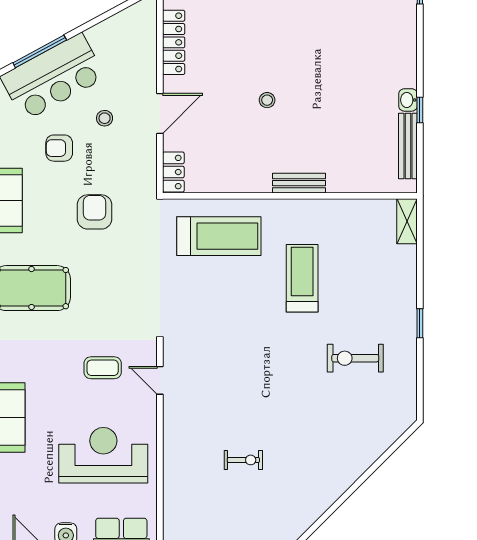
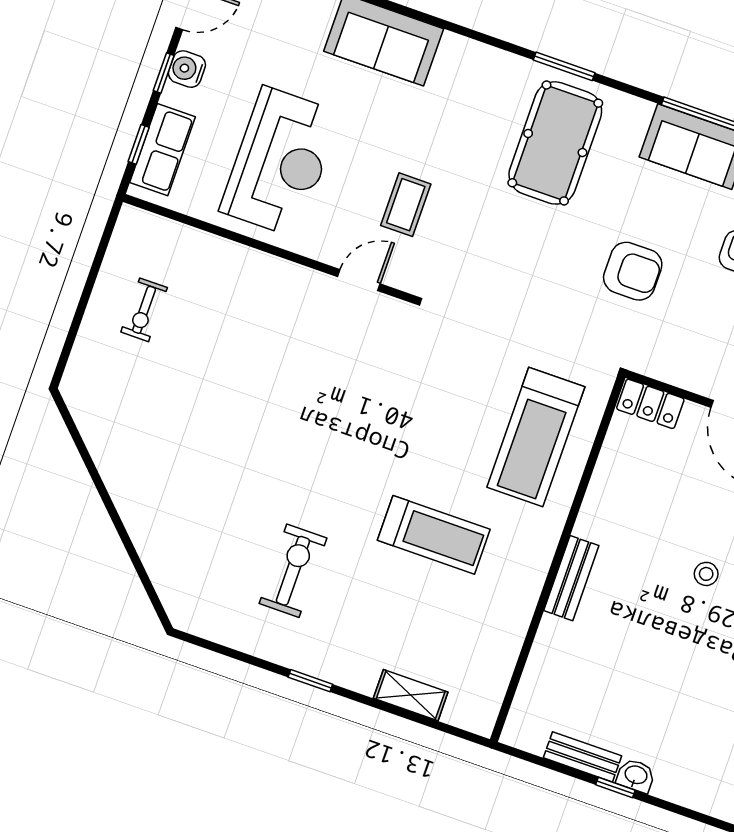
bench: (408, 146) -> (583, 757), width x0.73
shelving: (407, 221) -> (411, 695), moved
exercise bike: (243, 460) -> (144, 310), moved

